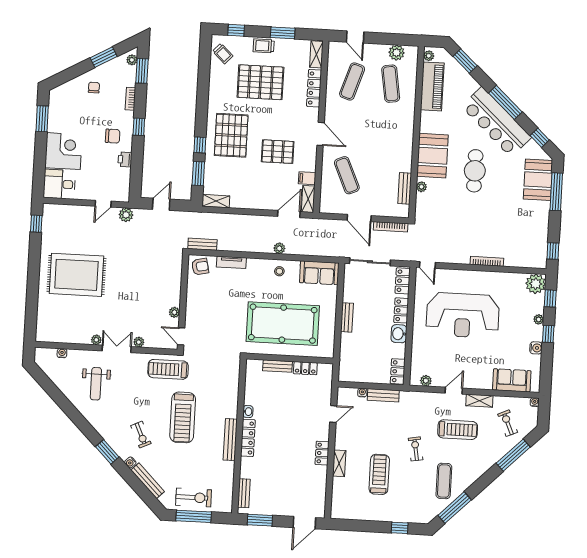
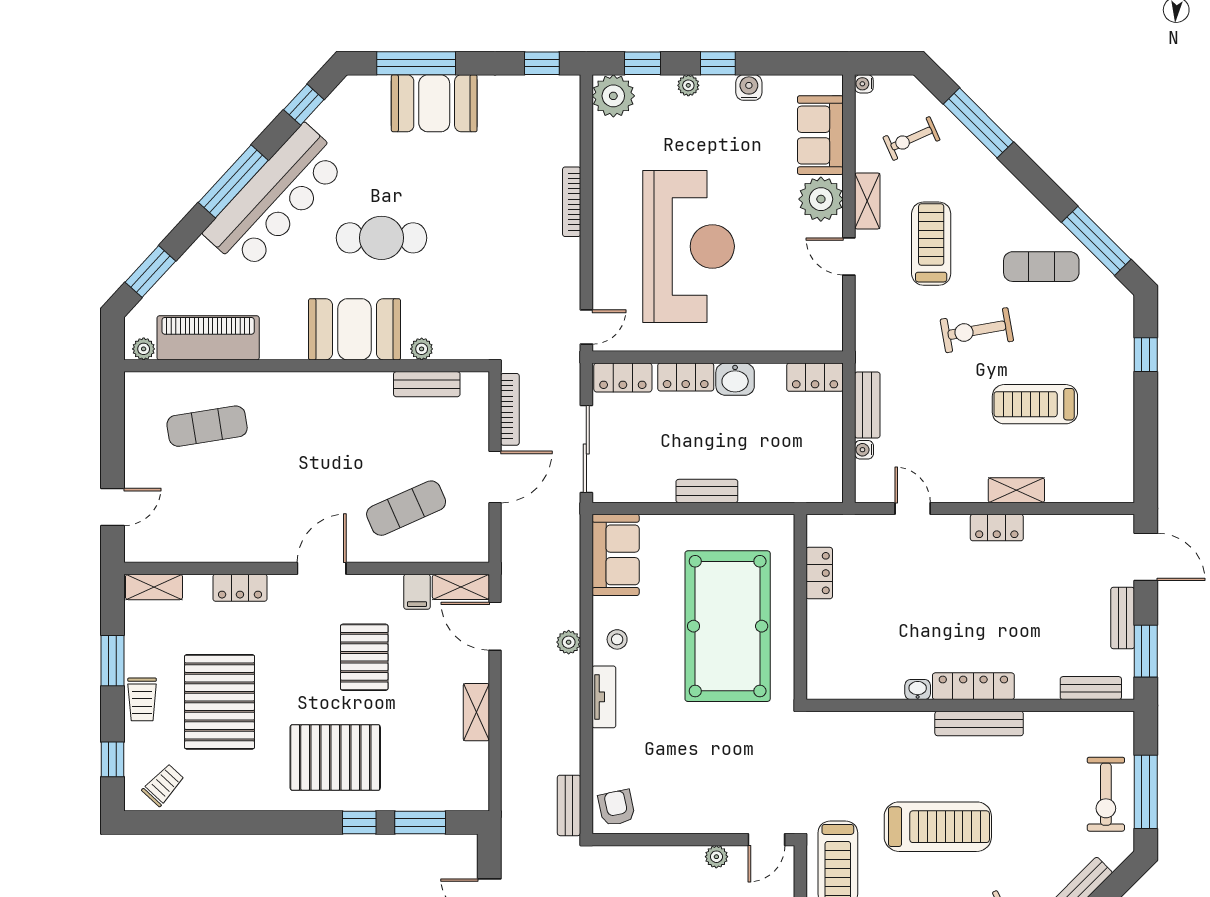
plant: (397, 53) -> (141, 417), removed
exercise mat: (352, 81) -> (207, 508), removed
locker: (314, 88) -> (240, 588), width x0.66
booth: (538, 180) -> (434, 103), moved
shelving: (216, 201) -> (476, 712), moved
tv unit: (231, 262) -> (604, 697), moved
bench: (278, 366) -> (1123, 618), moved
plant: (426, 381) -> (821, 199), moved, width x1.87, depth x1.87
exercise bike: (416, 449) -> (977, 330), width x1.38, depth x1.39
exercise bike: (194, 497) -> (1106, 794), turned 180

